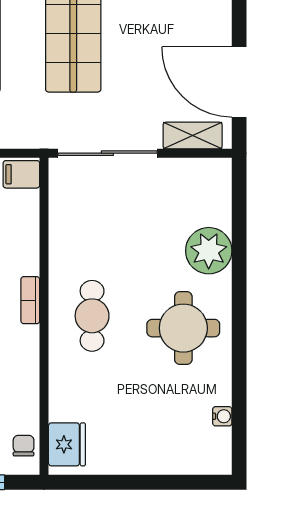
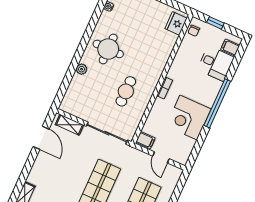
door: (239, 82) -> (41, 138), width x0.73
plant: (209, 251) -> (82, 69), width x0.53, depth x0.53
cafe table: (92, 316) -> (126, 91), moved

